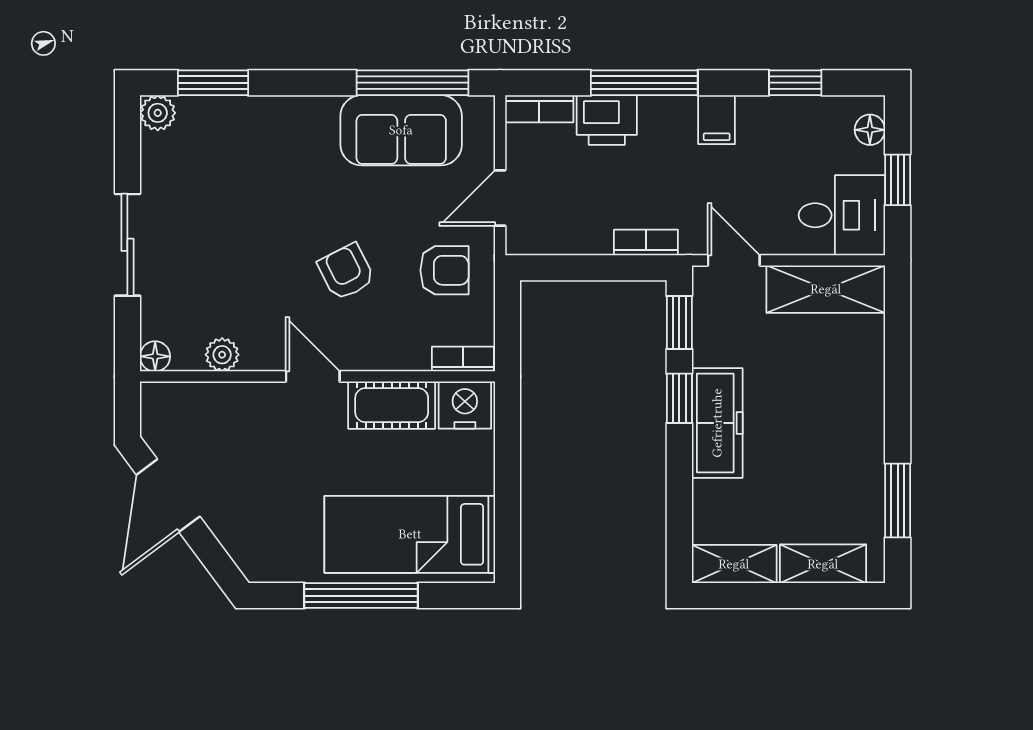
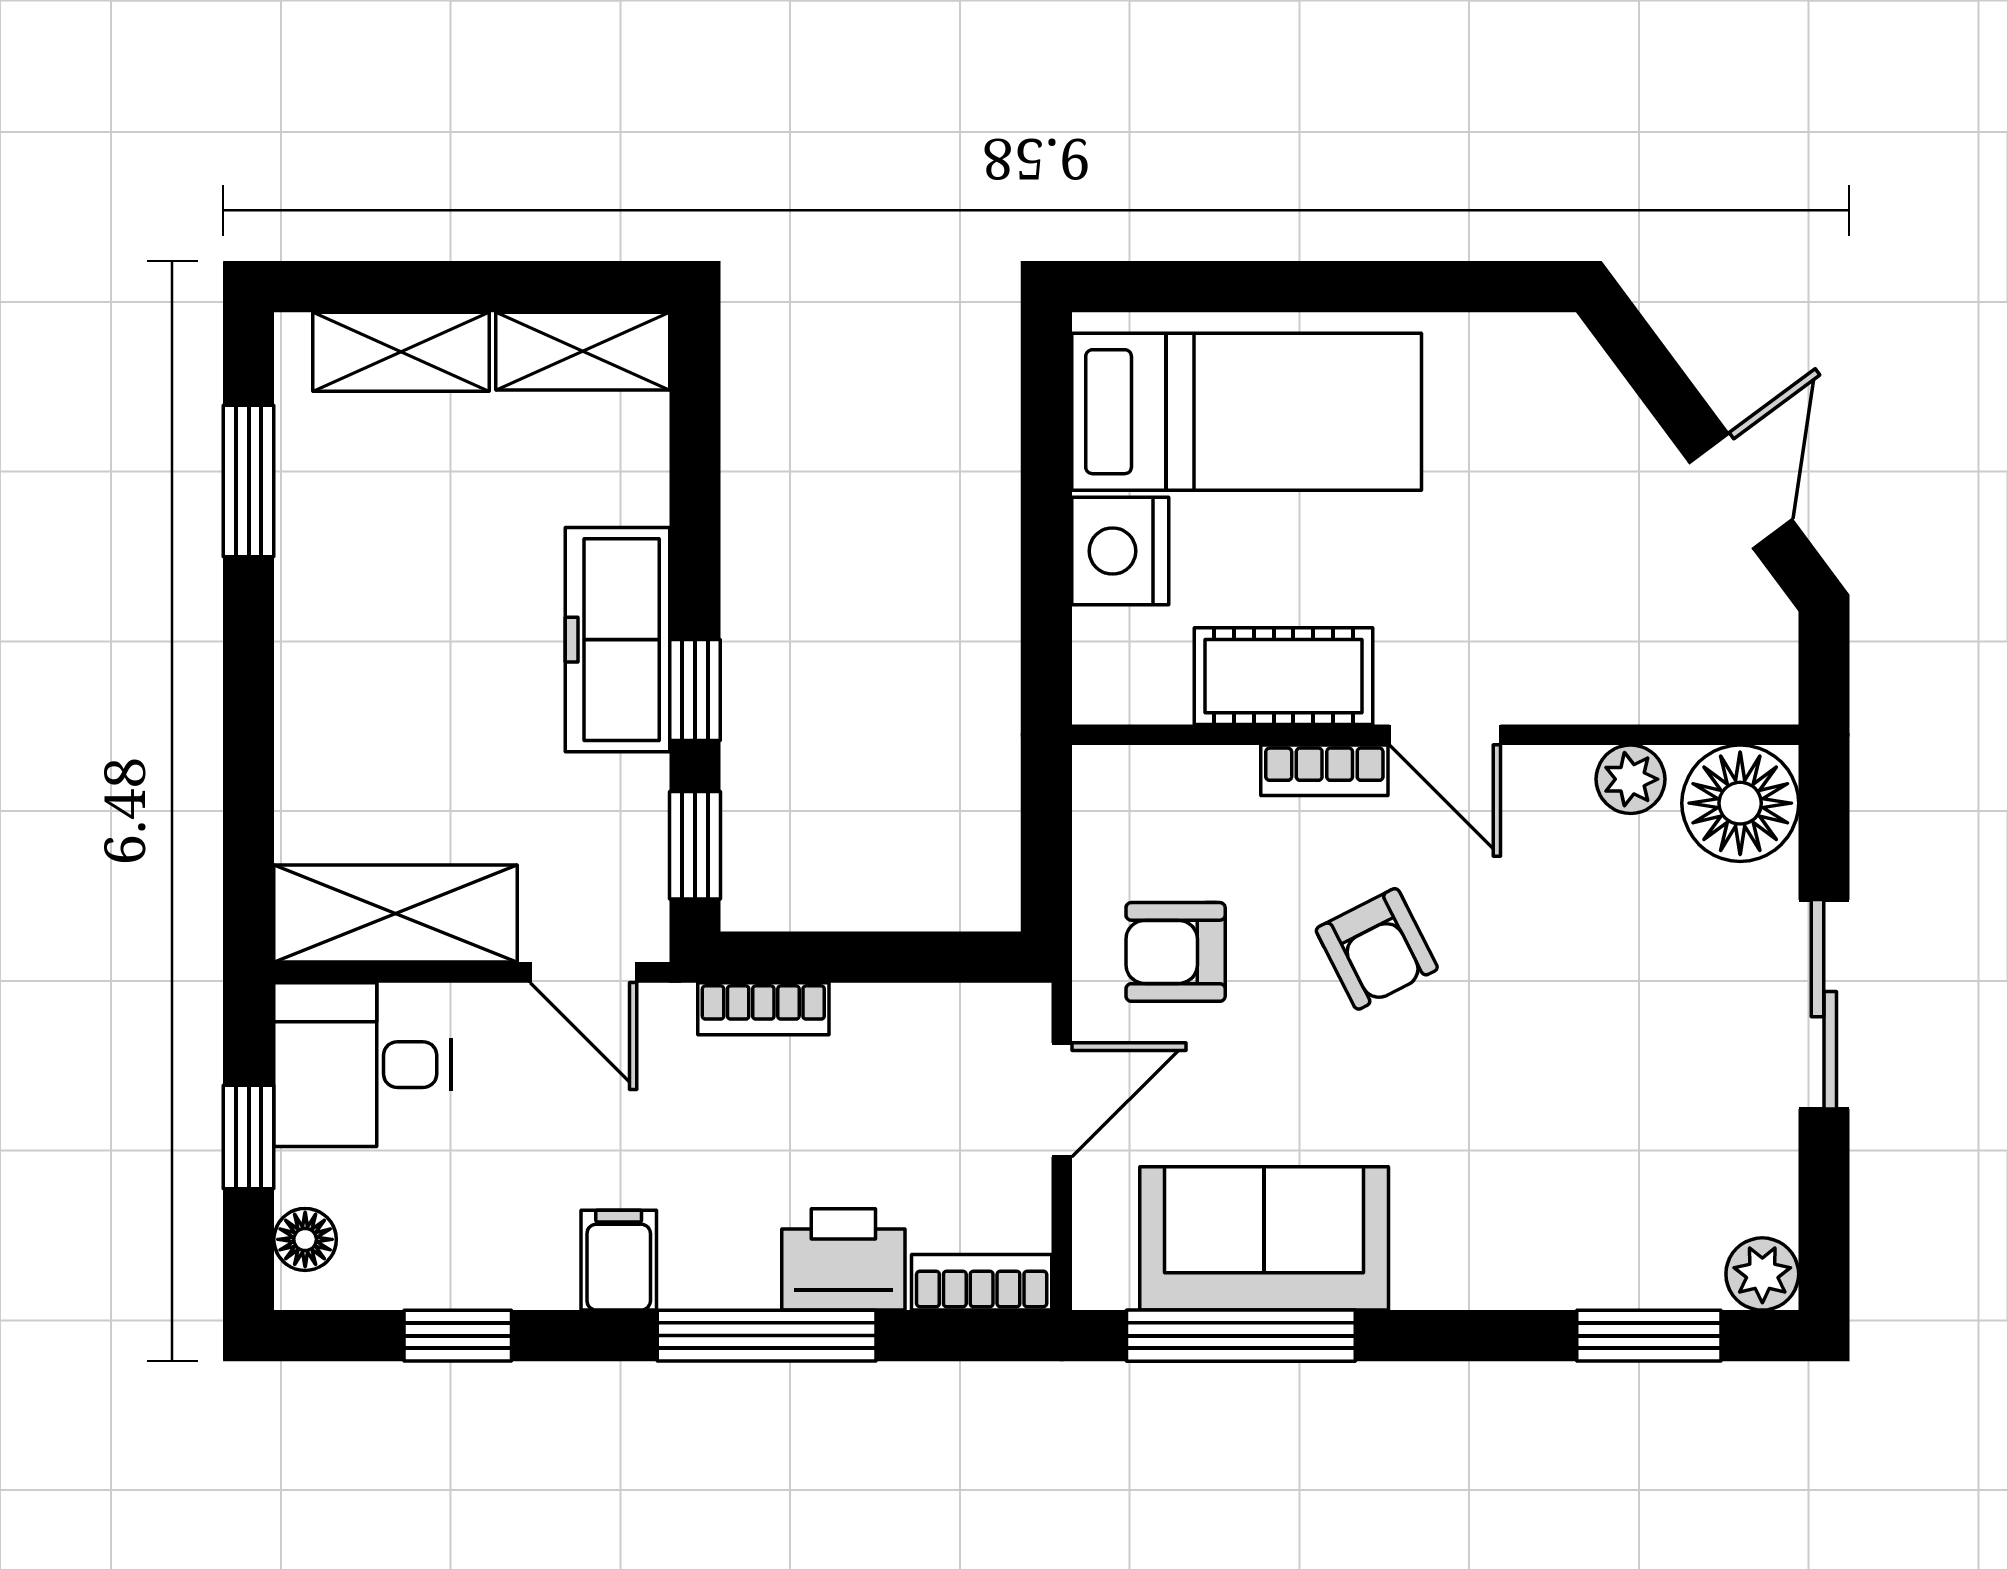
floor lamp: (155, 356) -> (1740, 803), width x1.89, depth x1.89
bookcase: (463, 359) -> (1324, 770), moved
nightstand: (465, 405) -> (1120, 551), moved, turned 90
door: (168, 496) -> (1741, 491), width x0.73
window: (361, 596) -> (1346, 287), removed

